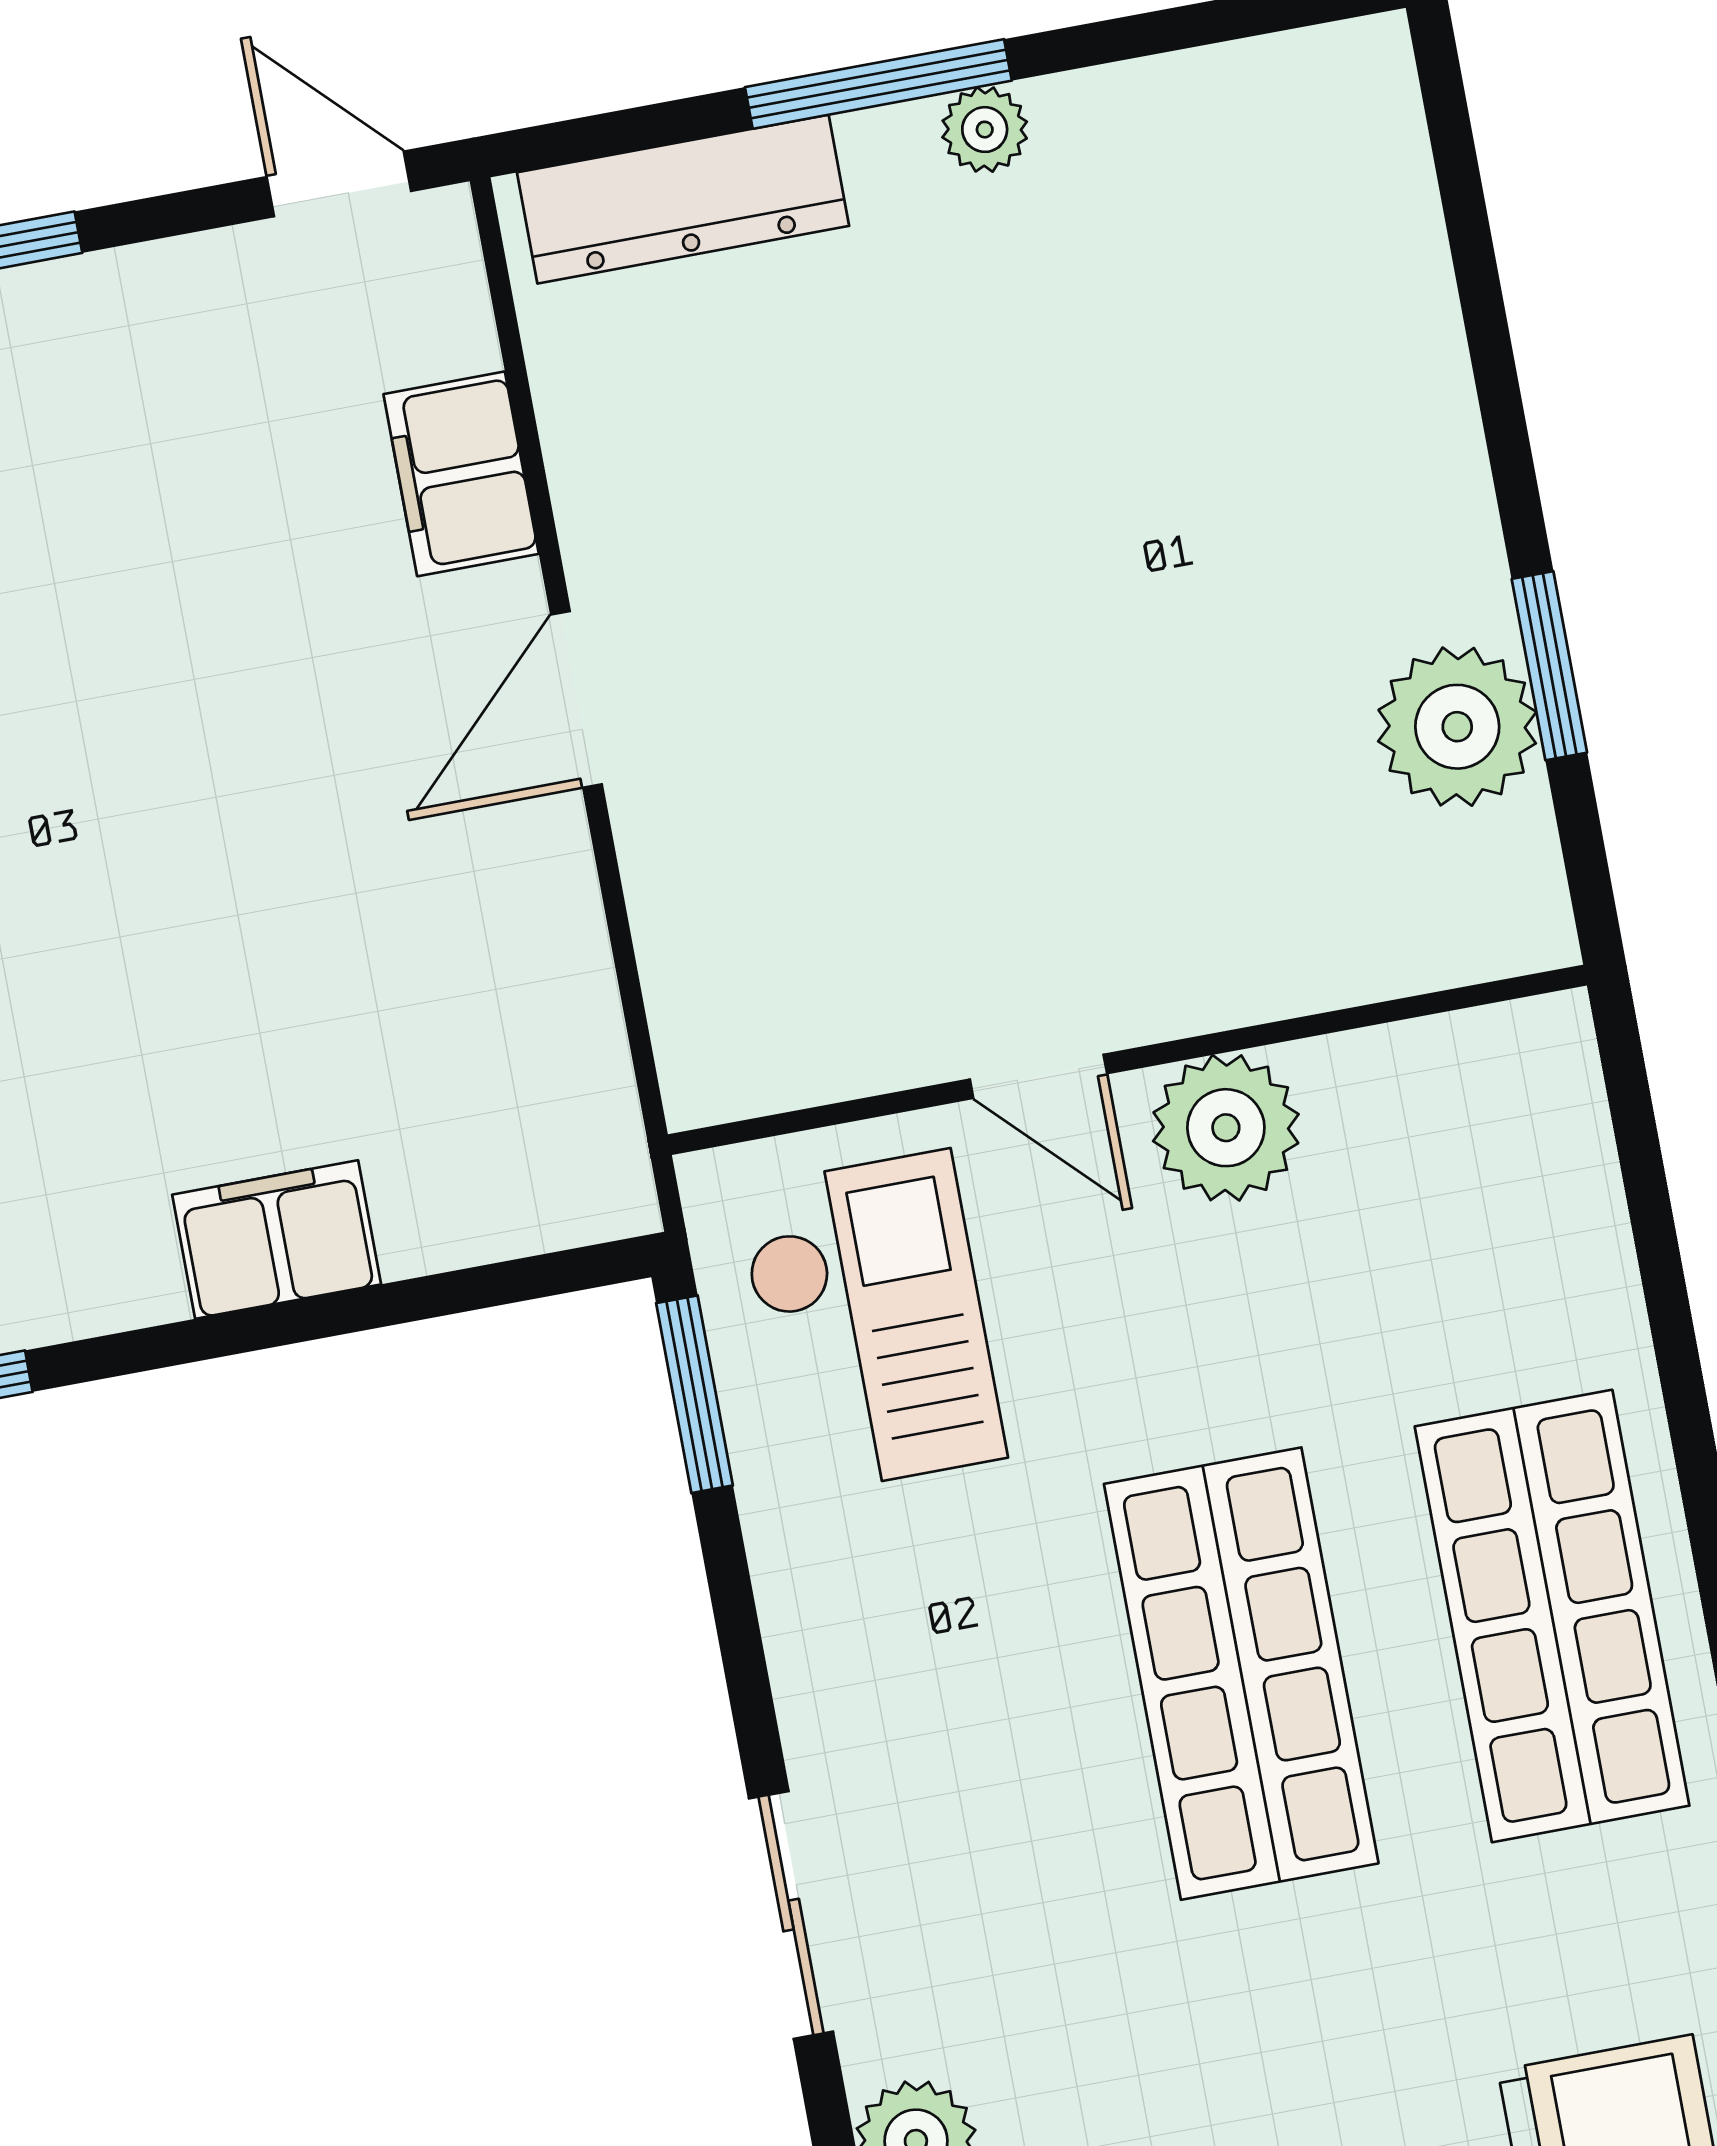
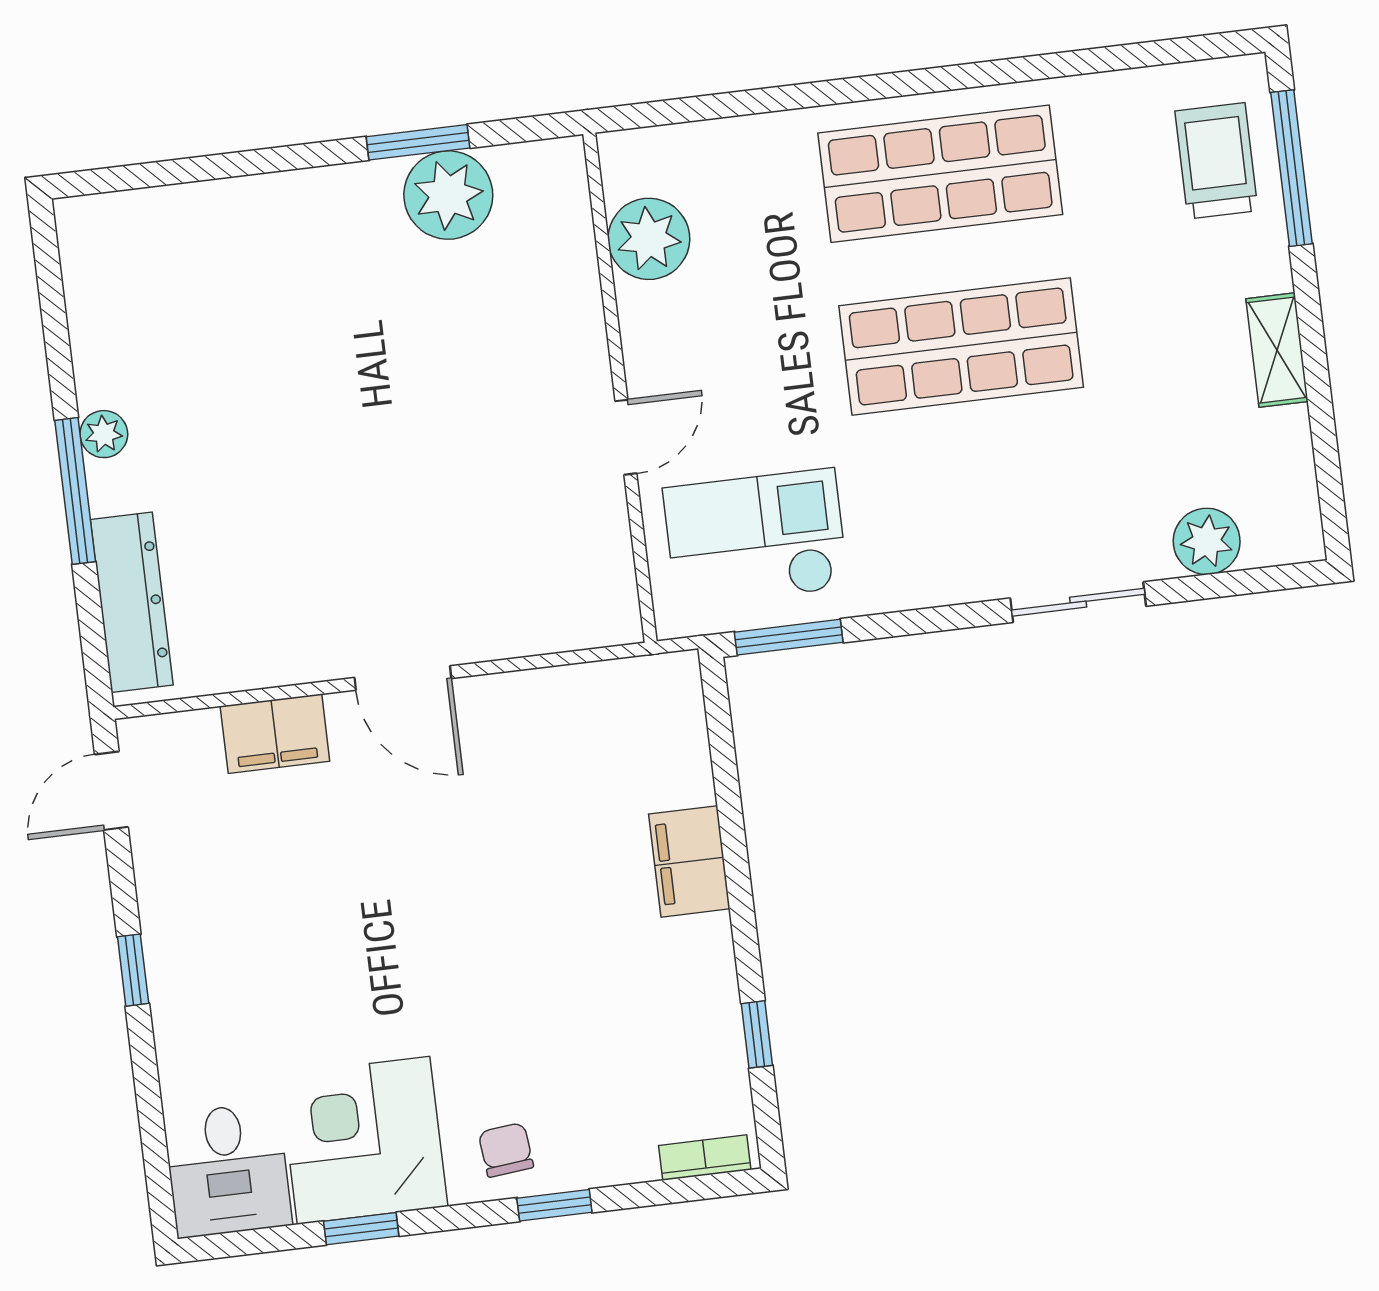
plant: (1226, 1128) -> (649, 239), moved

